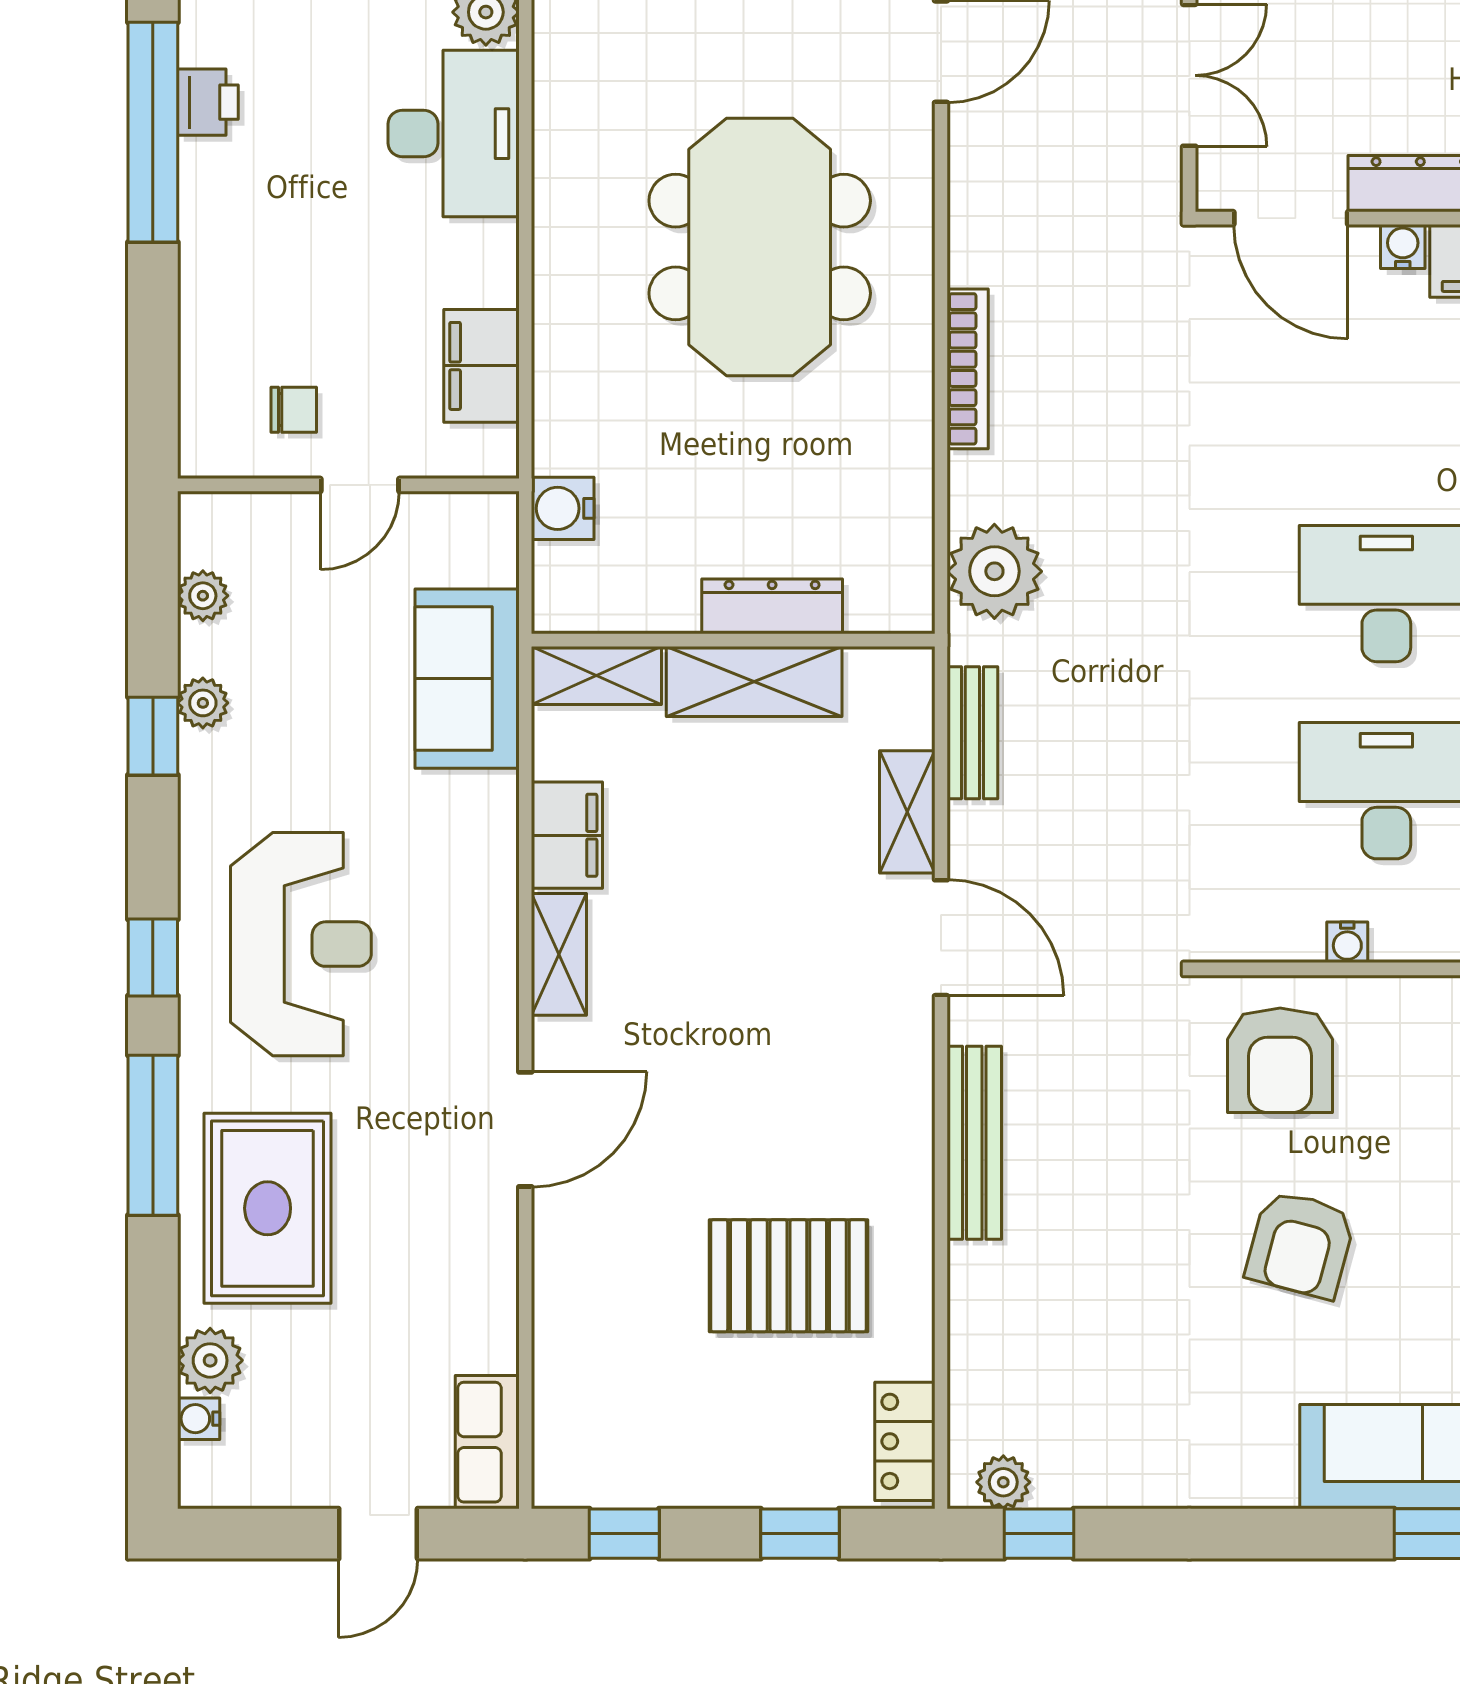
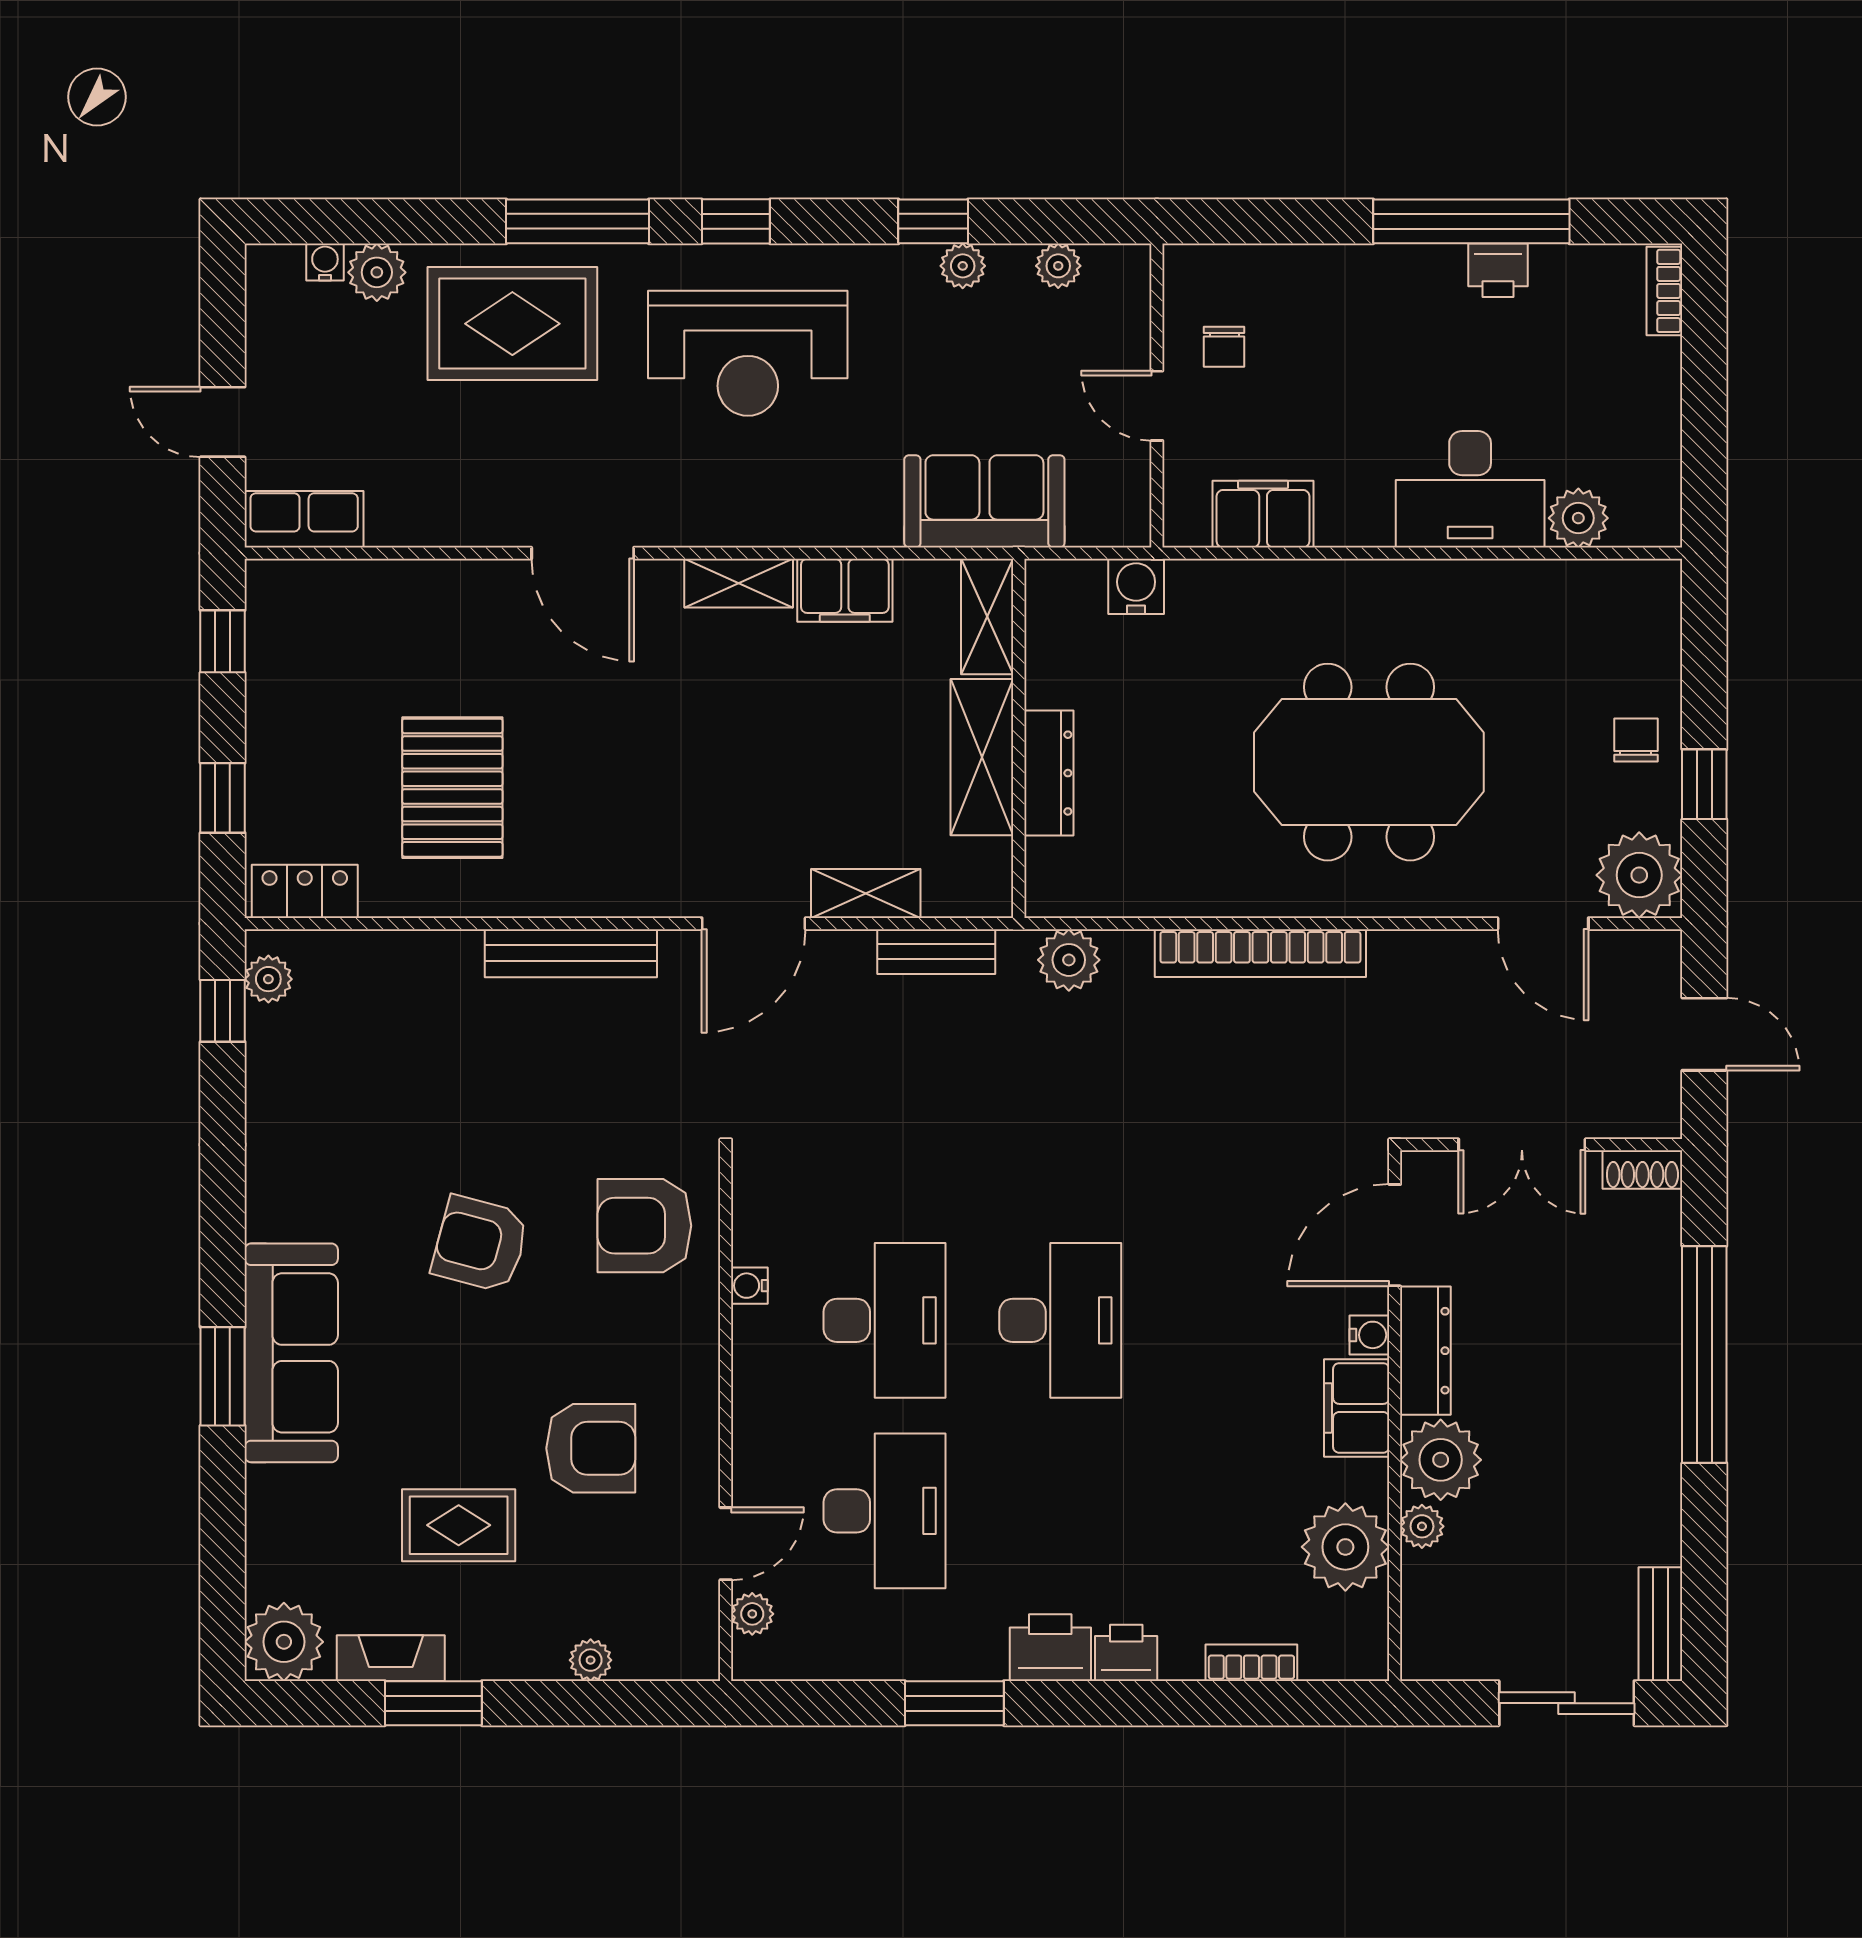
bookcase: (968, 369) -> (1260, 953), width x1.48, depth x1.31
plant: (994, 571) -> (1069, 960), width x0.73, depth x0.73

